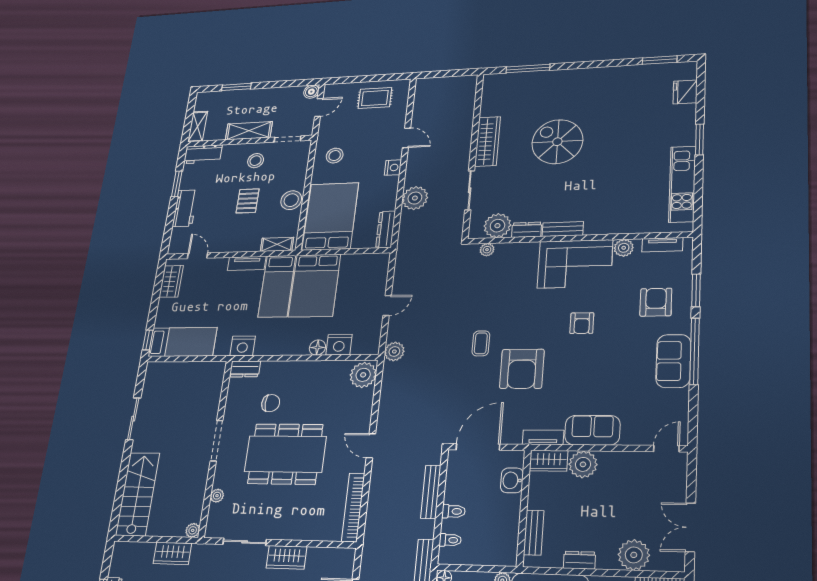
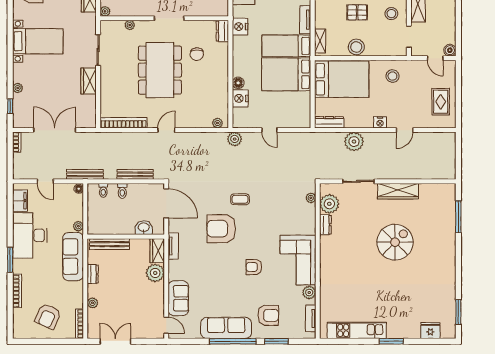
bench: (563, 229) -> (325, 250), removed
sofa: (673, 361) -> (226, 328), width x1.36
plant: (363, 375) -> (217, 123), width x0.53, depth x0.53
sofa: (592, 430) -> (178, 298), moved
bench: (534, 533) -> (110, 244), width x1.36
plant: (634, 555) -> (92, 303), width x0.53, depth x0.53

